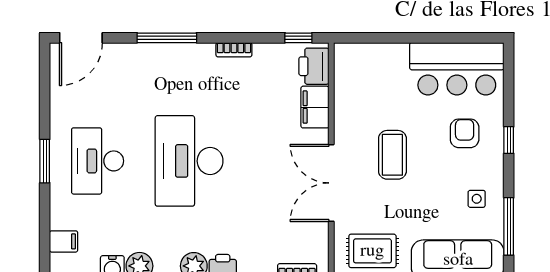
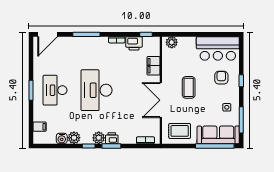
plant: (355, 55) -> (172, 42), added
printer: (314, 66) -> (134, 43), moved, turned -90

